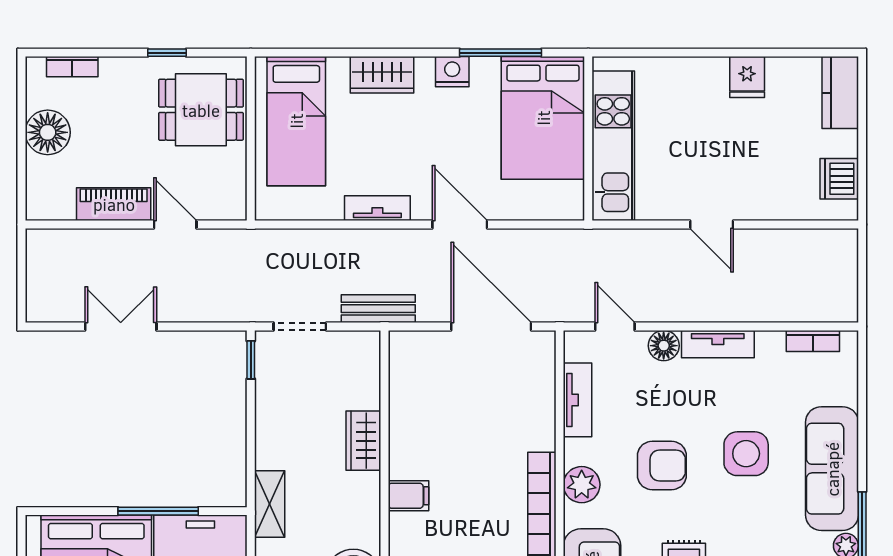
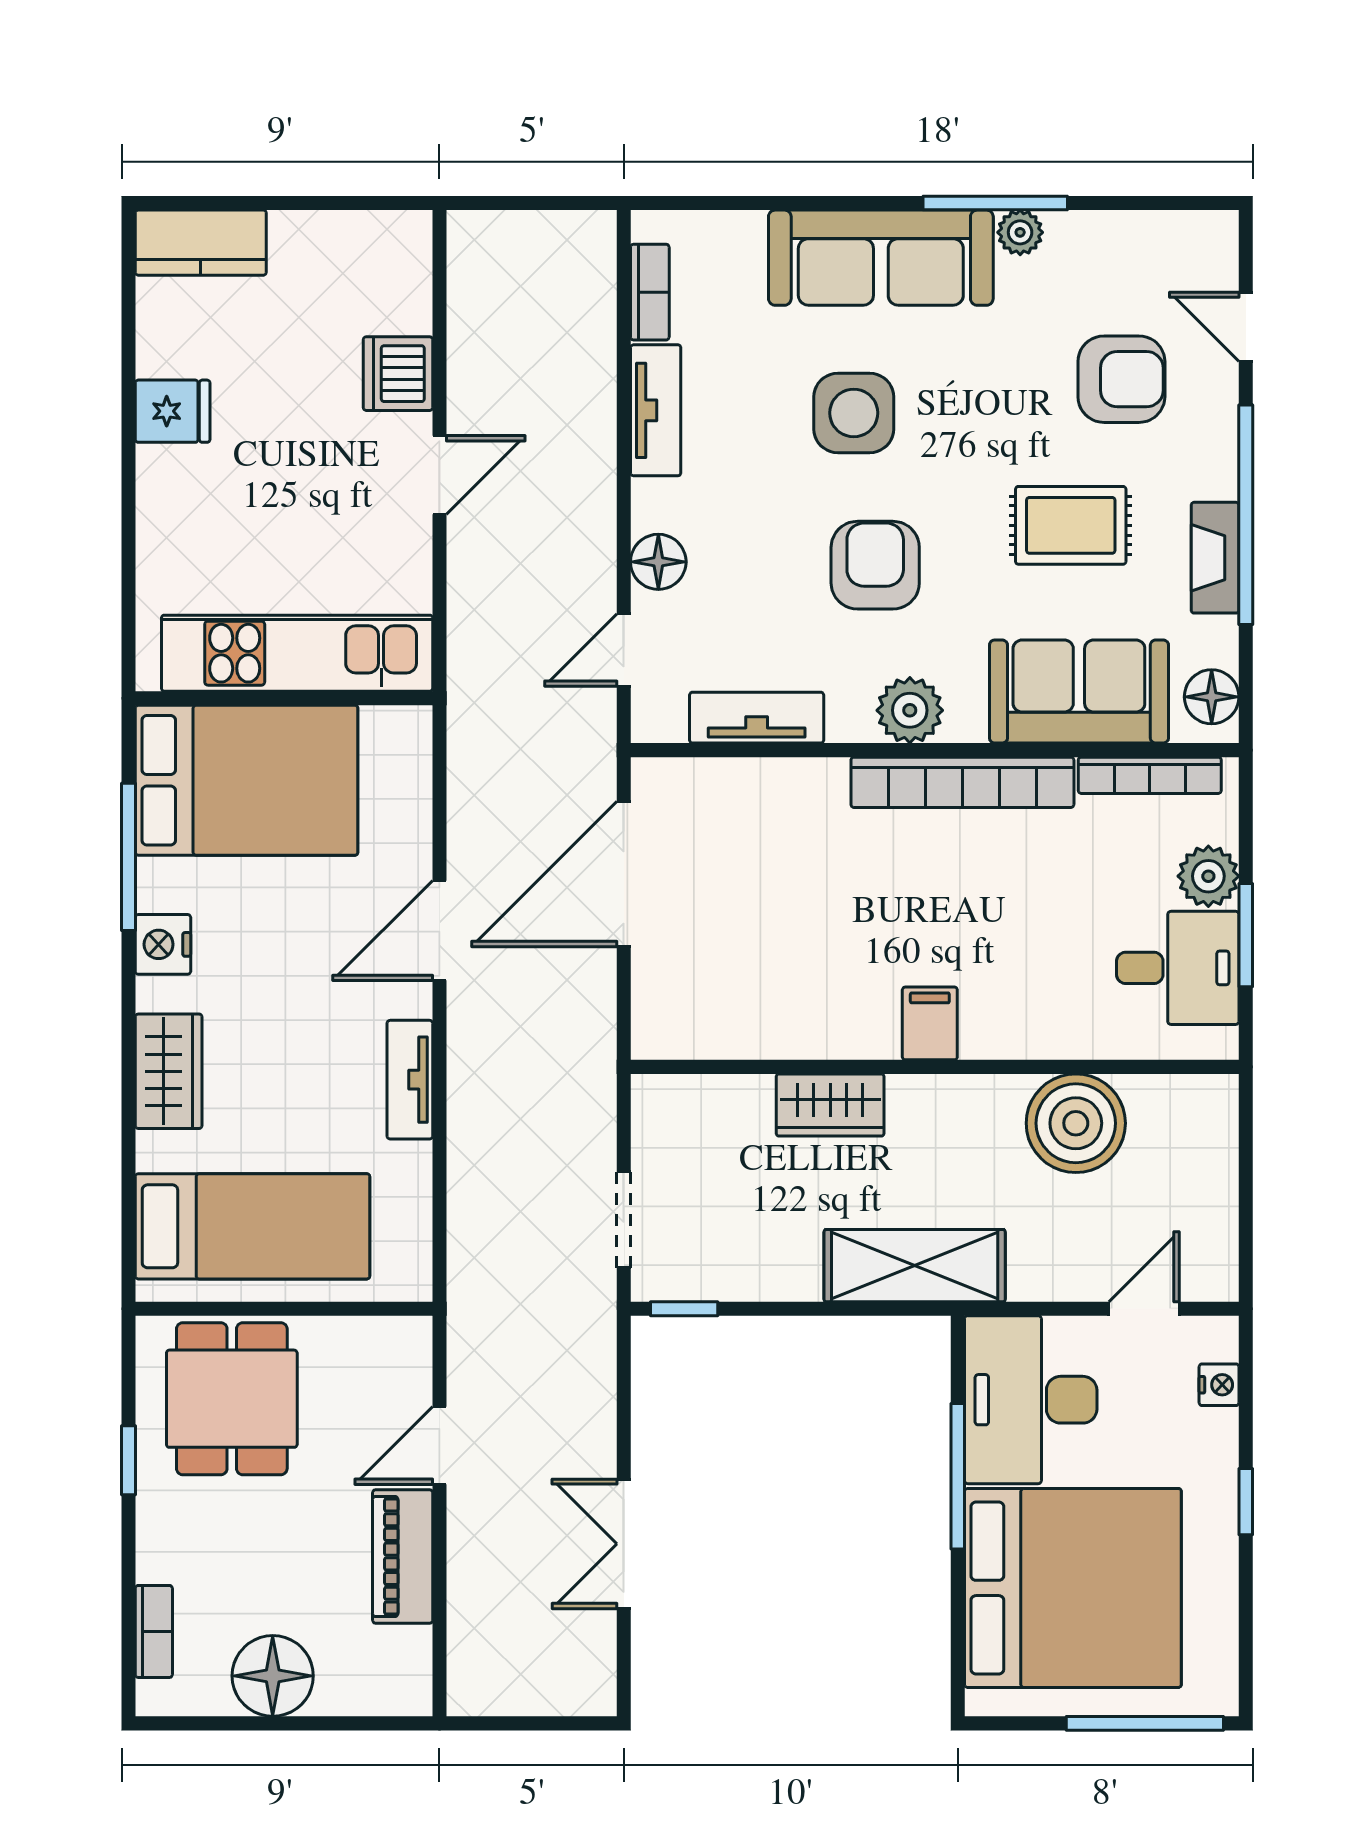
dishwasher: (839, 179) -> (398, 374), moved, turned 90
bench: (378, 309) -> (591, 1078), removed
tv unit: (718, 344) -> (656, 410), moved
shelving: (270, 504) -> (915, 1266), width x1.50, depth x1.33

